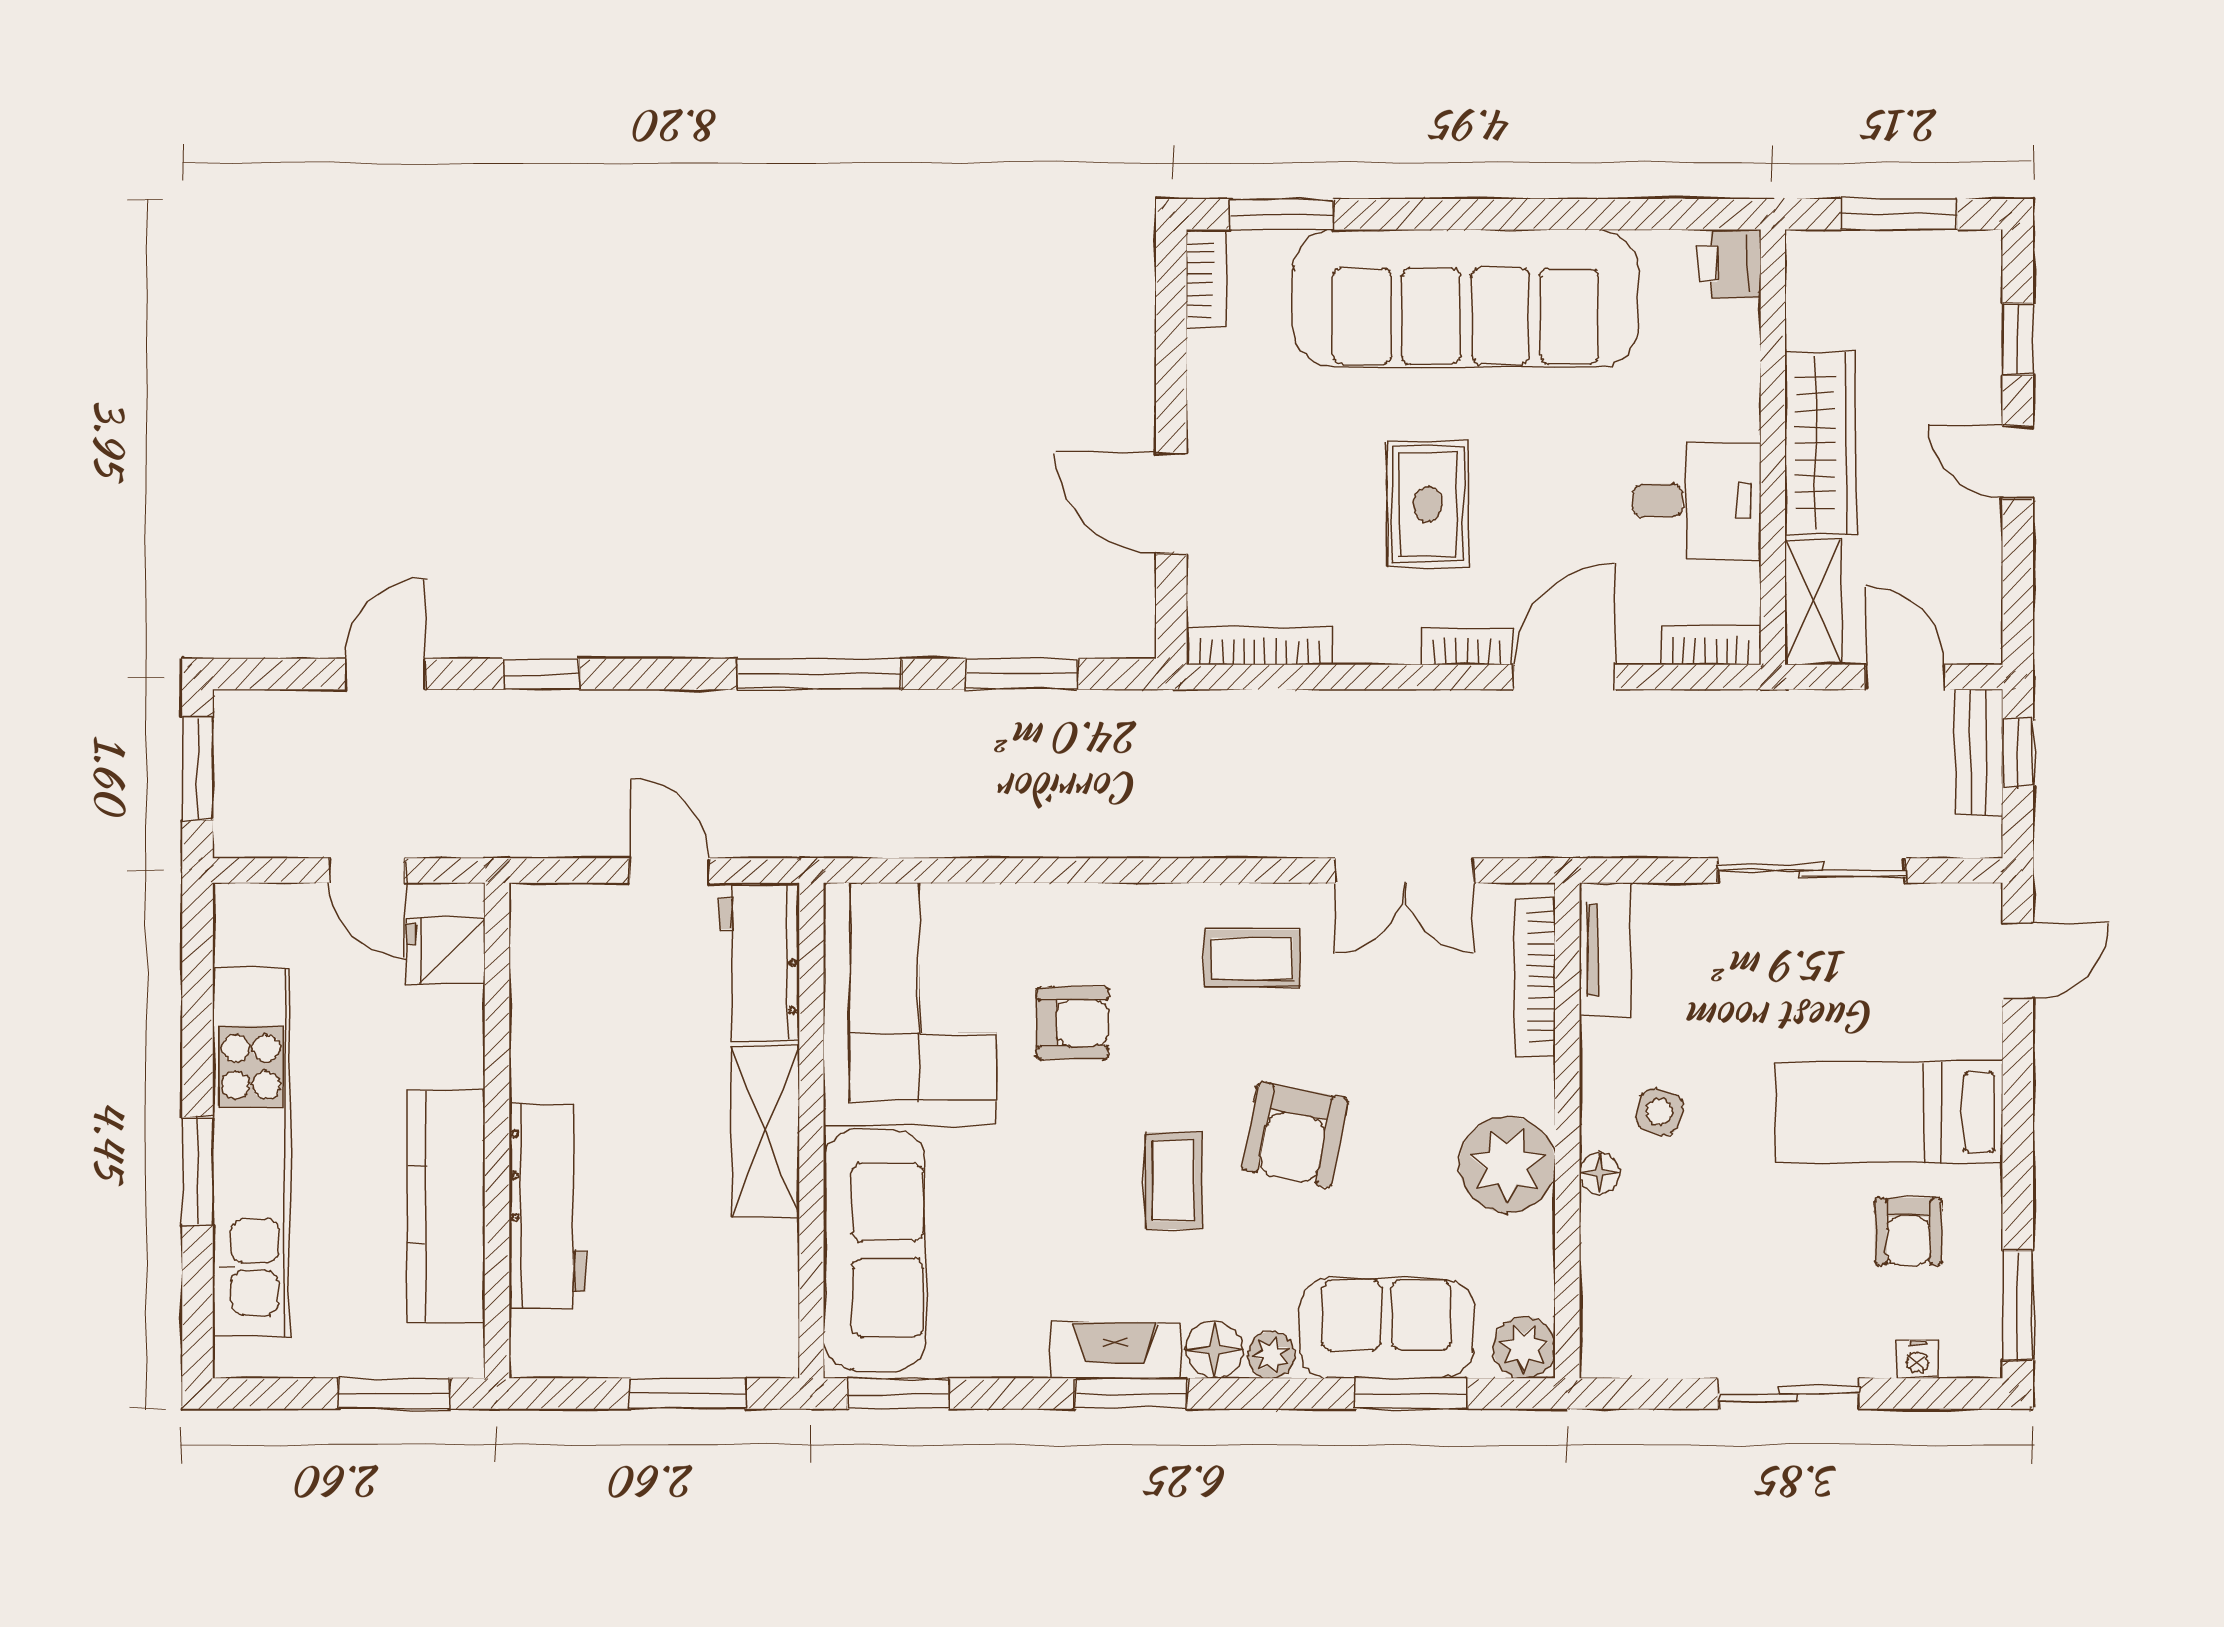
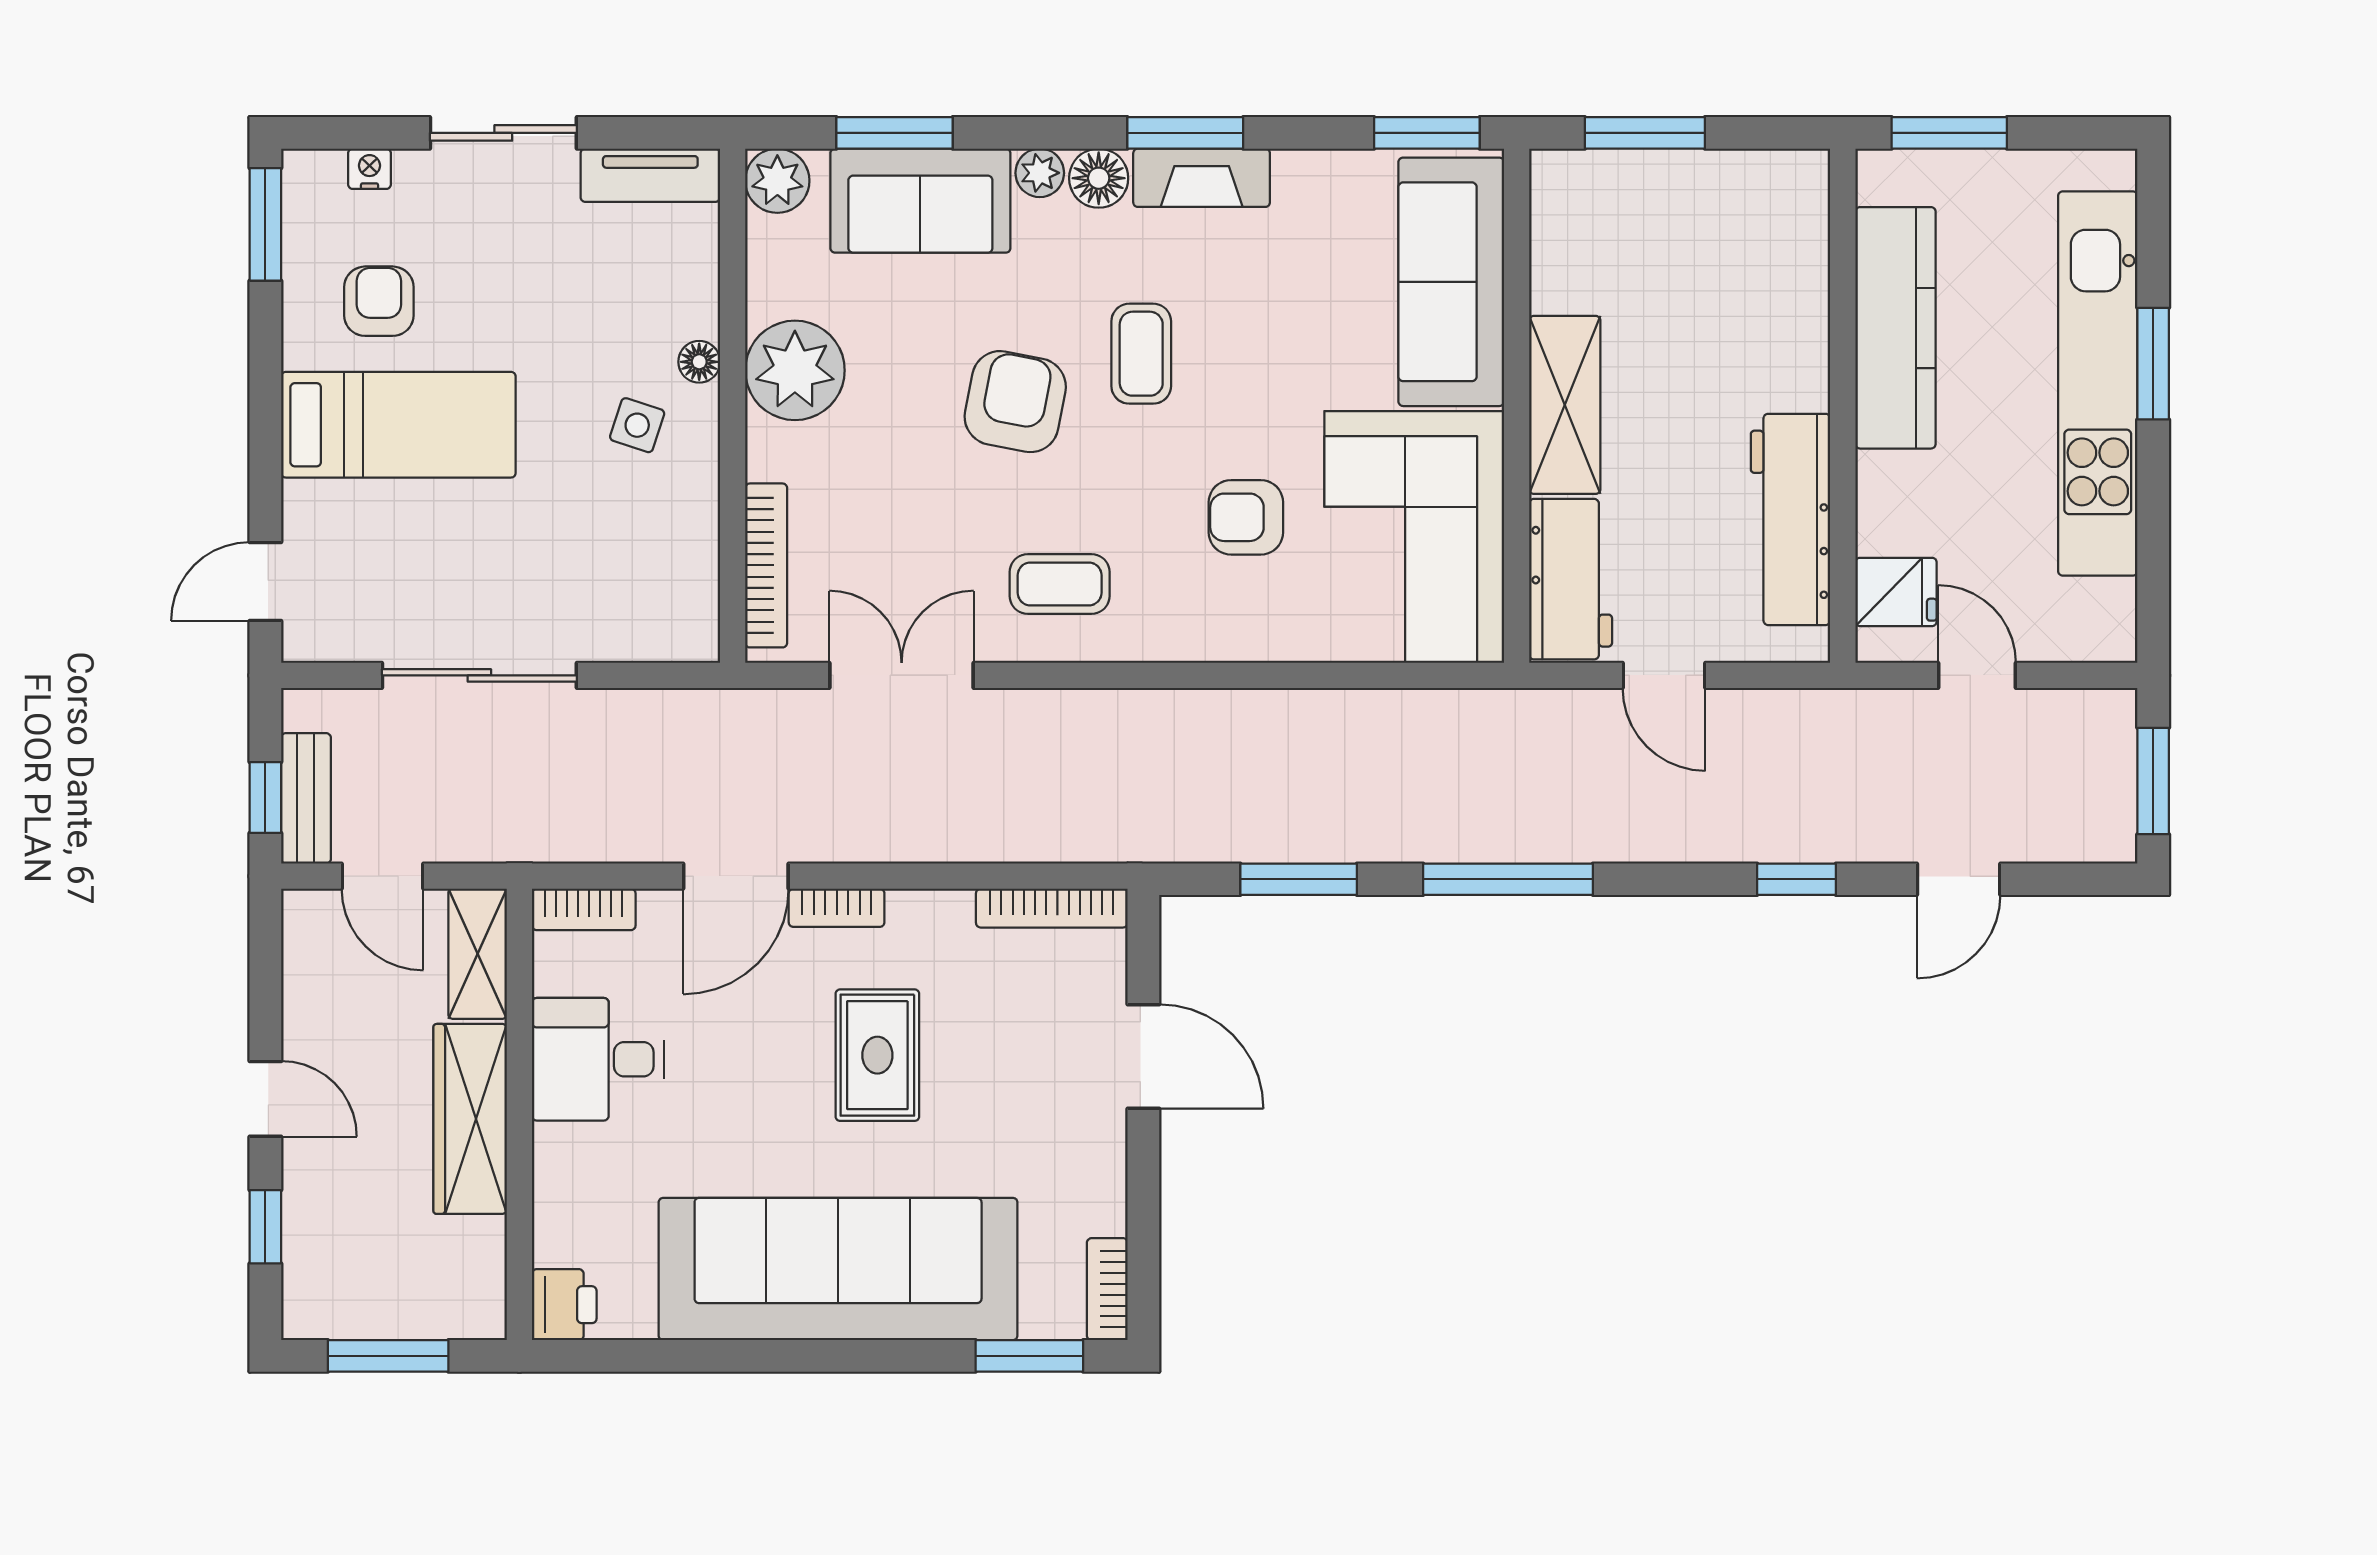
tv unit: (1605, 950) -> (650, 175), moved, turned -90
workbench: (547, 1206) -> (1790, 519), moved

